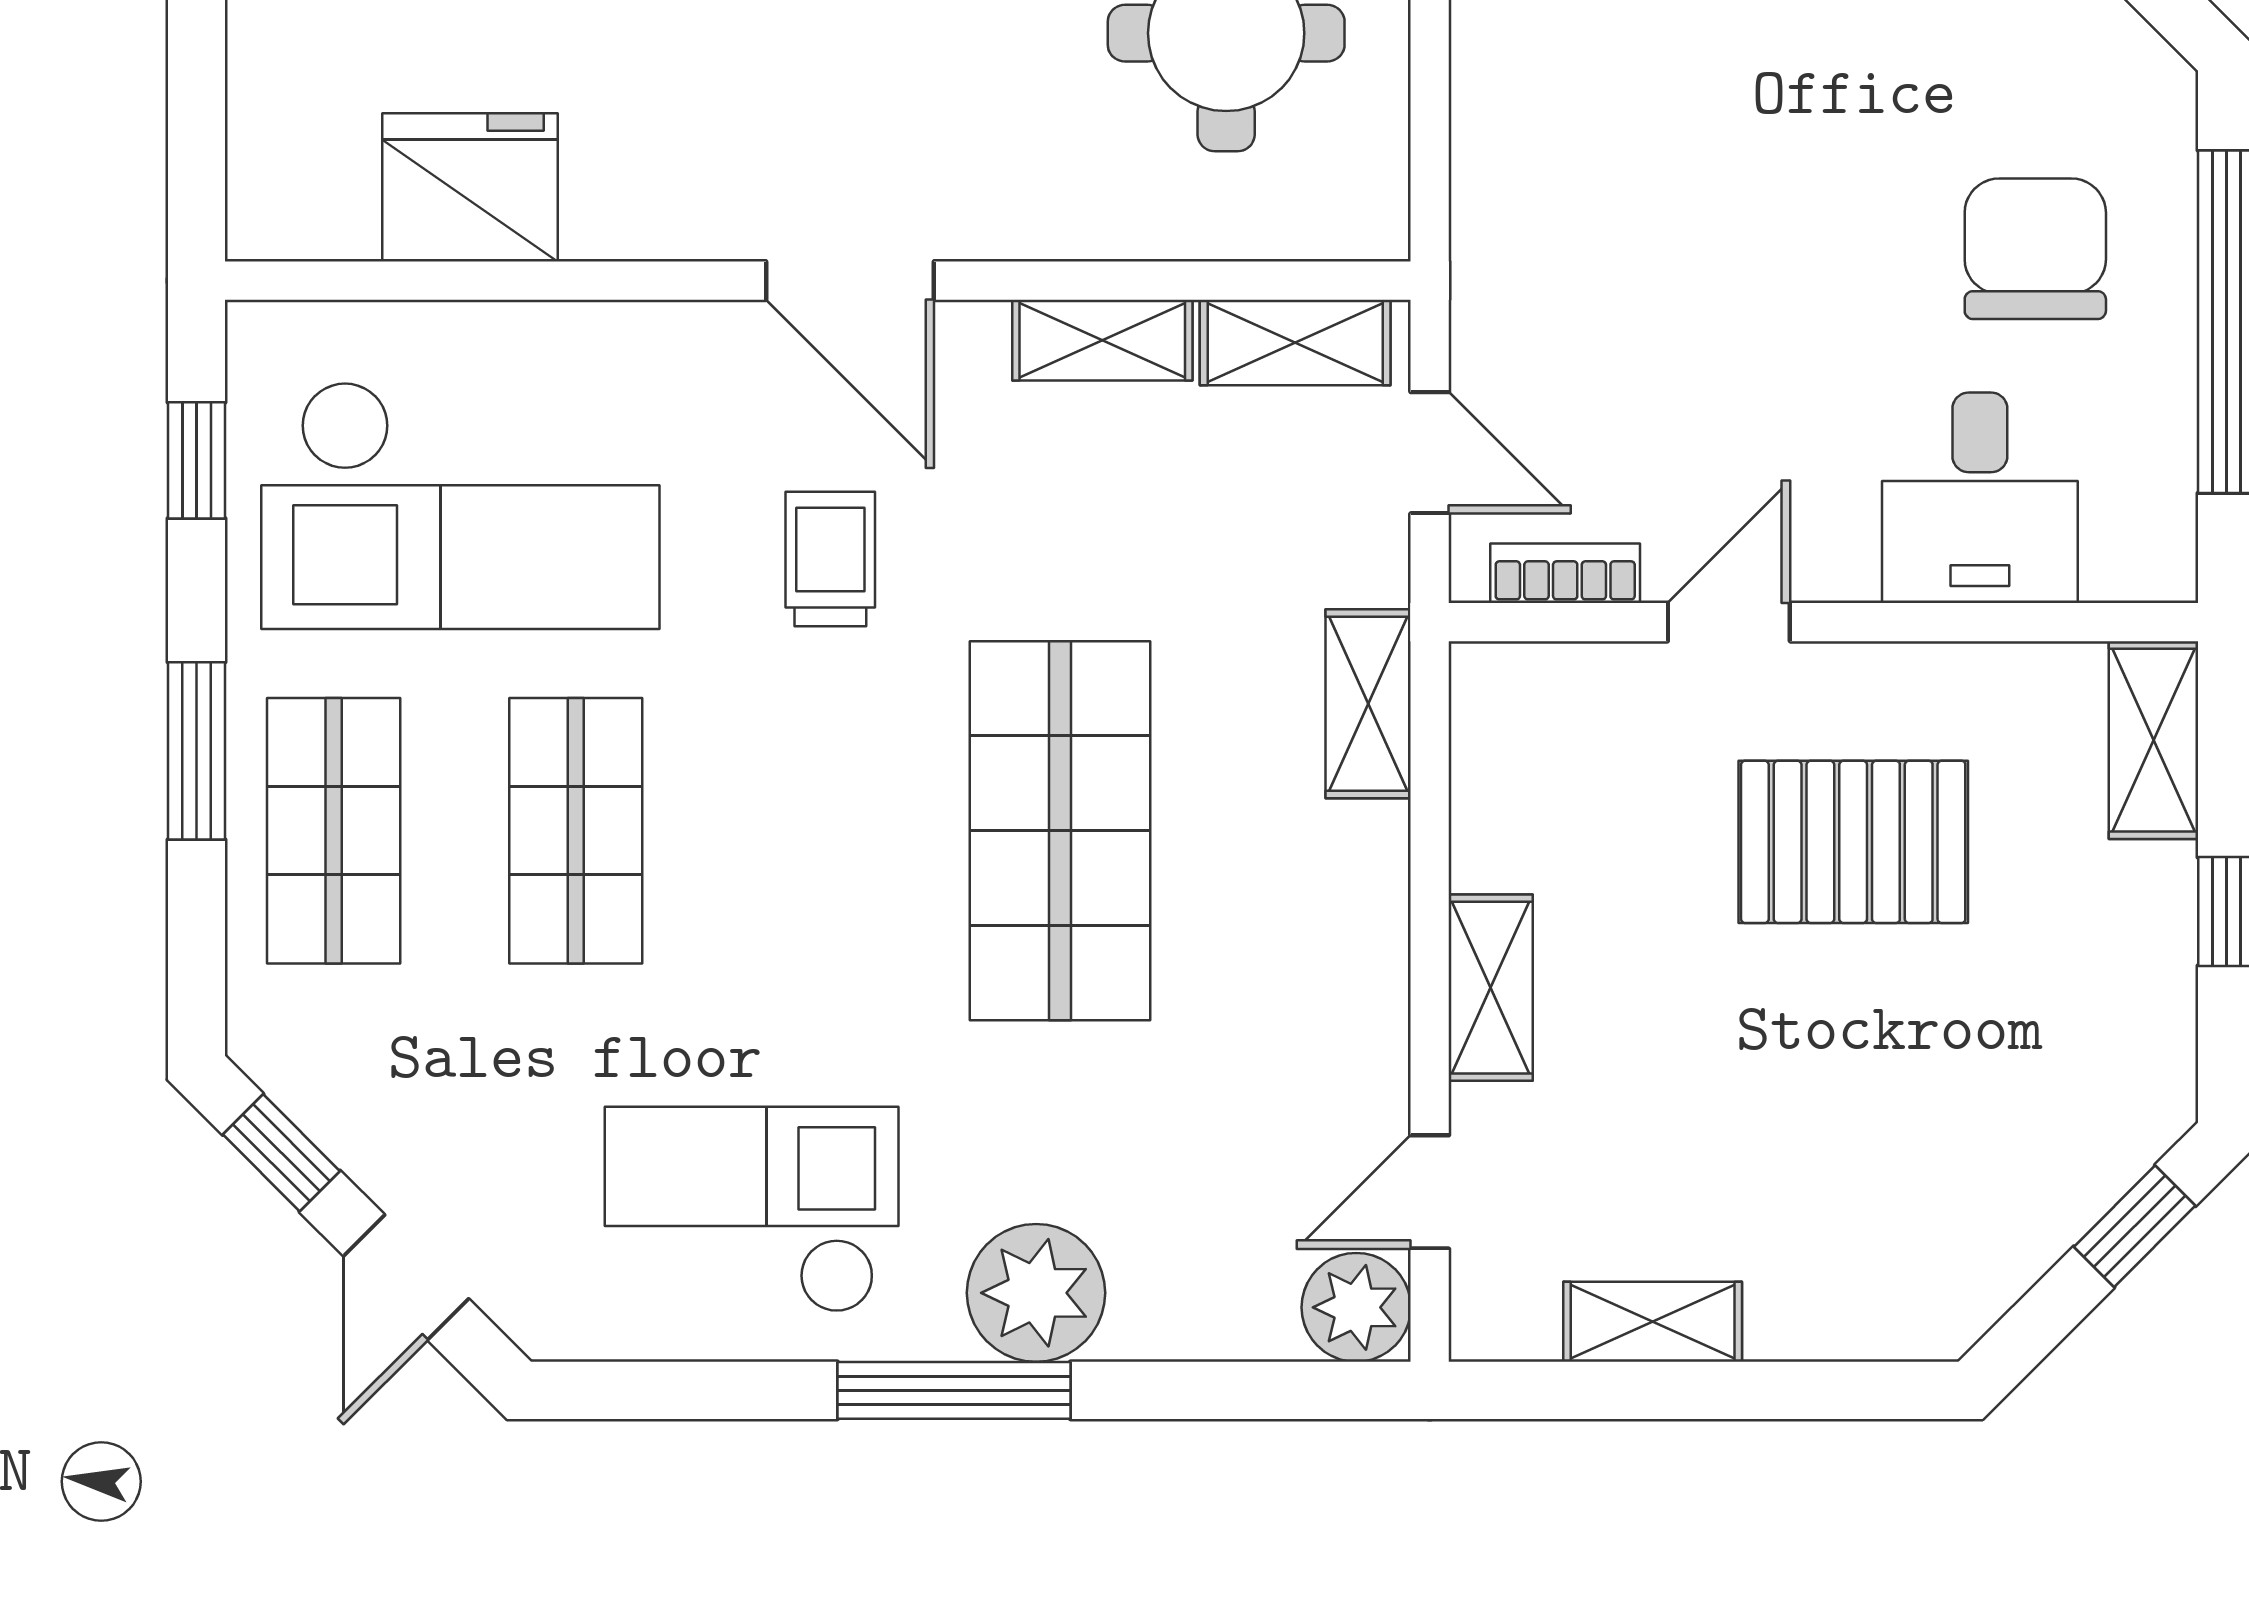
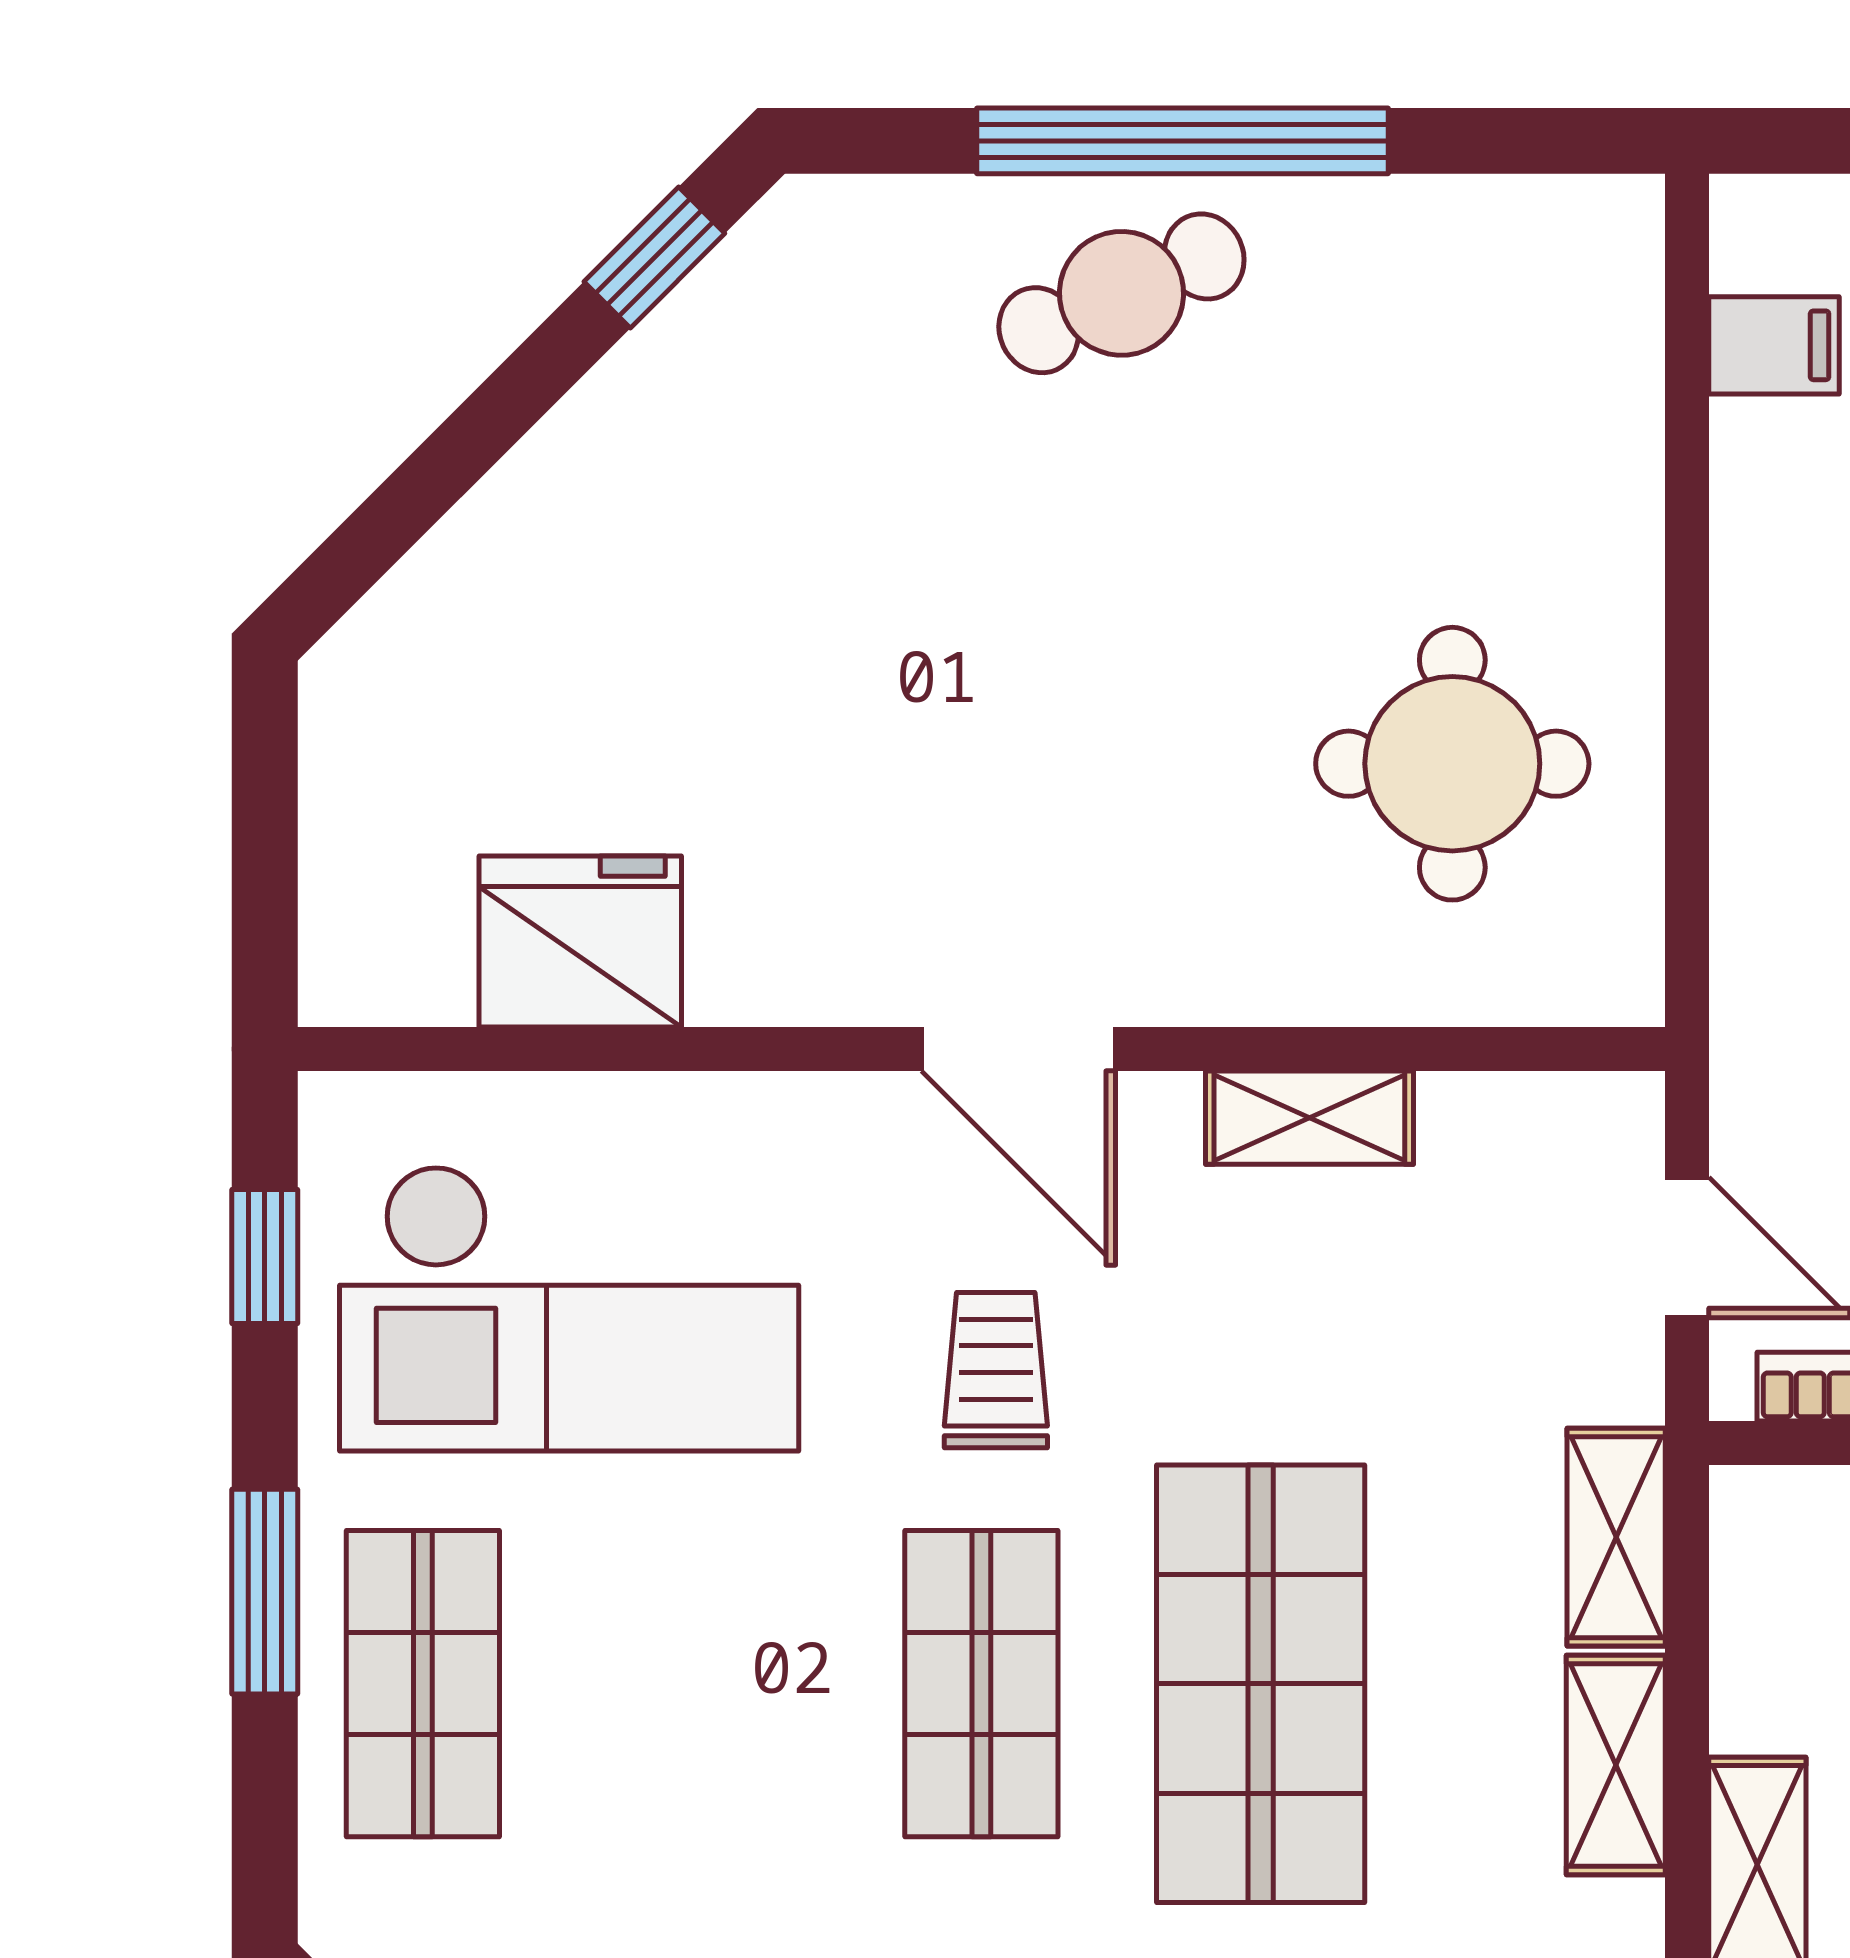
shelving: (1295, 342) -> (1616, 1765), moved, turned 90
shop shelf: (576, 831) -> (981, 1684), moved

